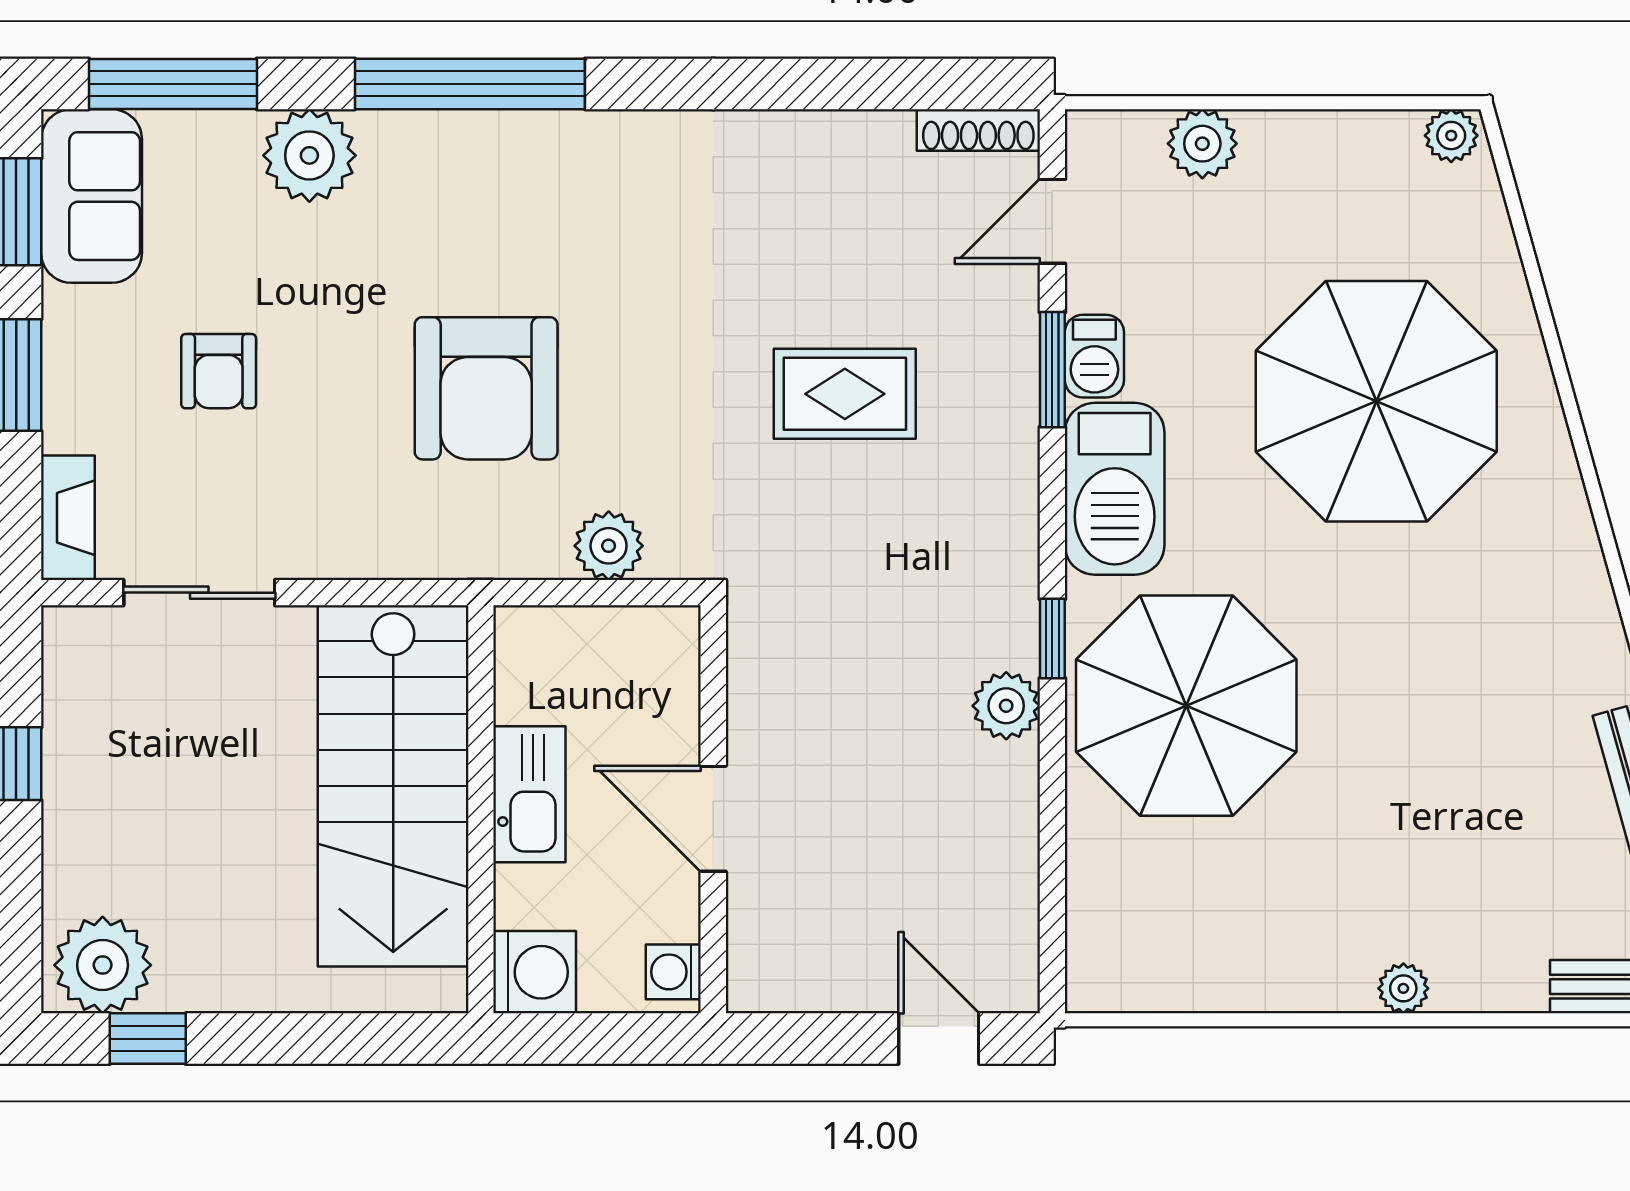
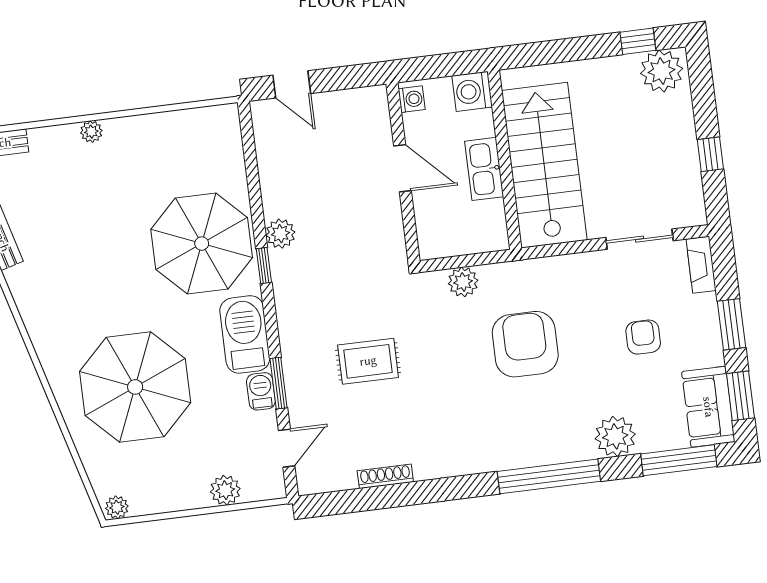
shoe rack: (978, 130) -> (385, 476), moved

